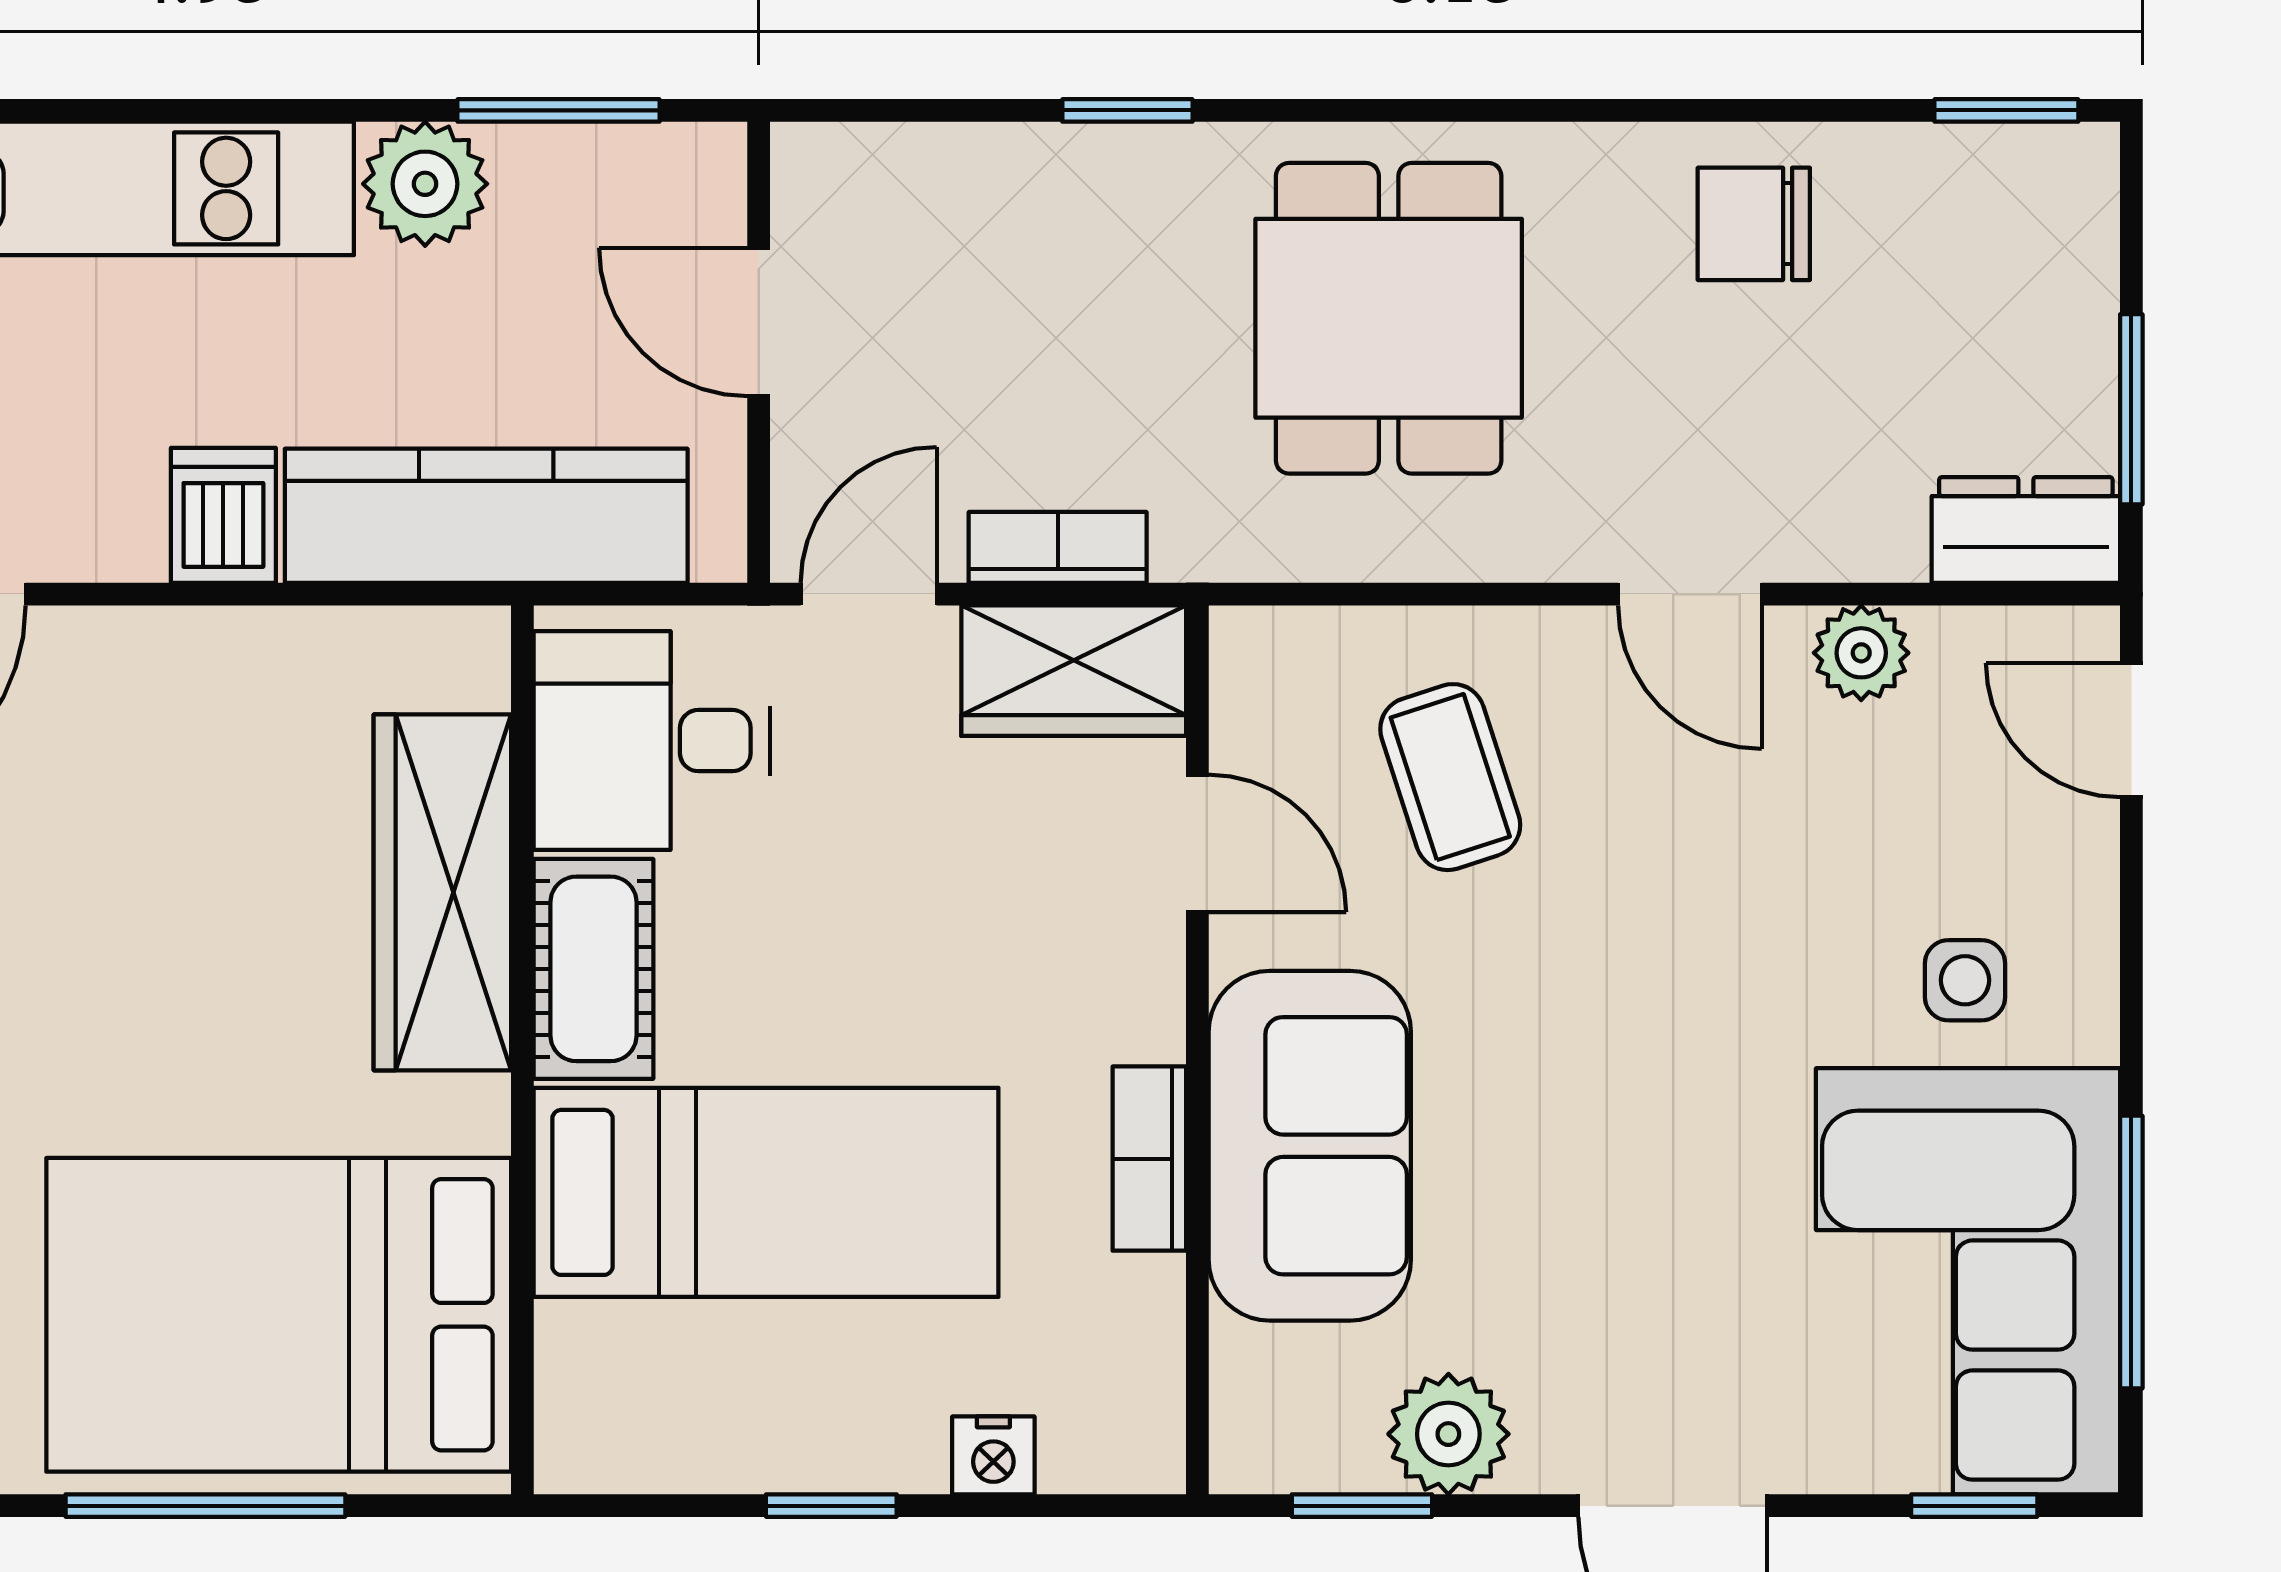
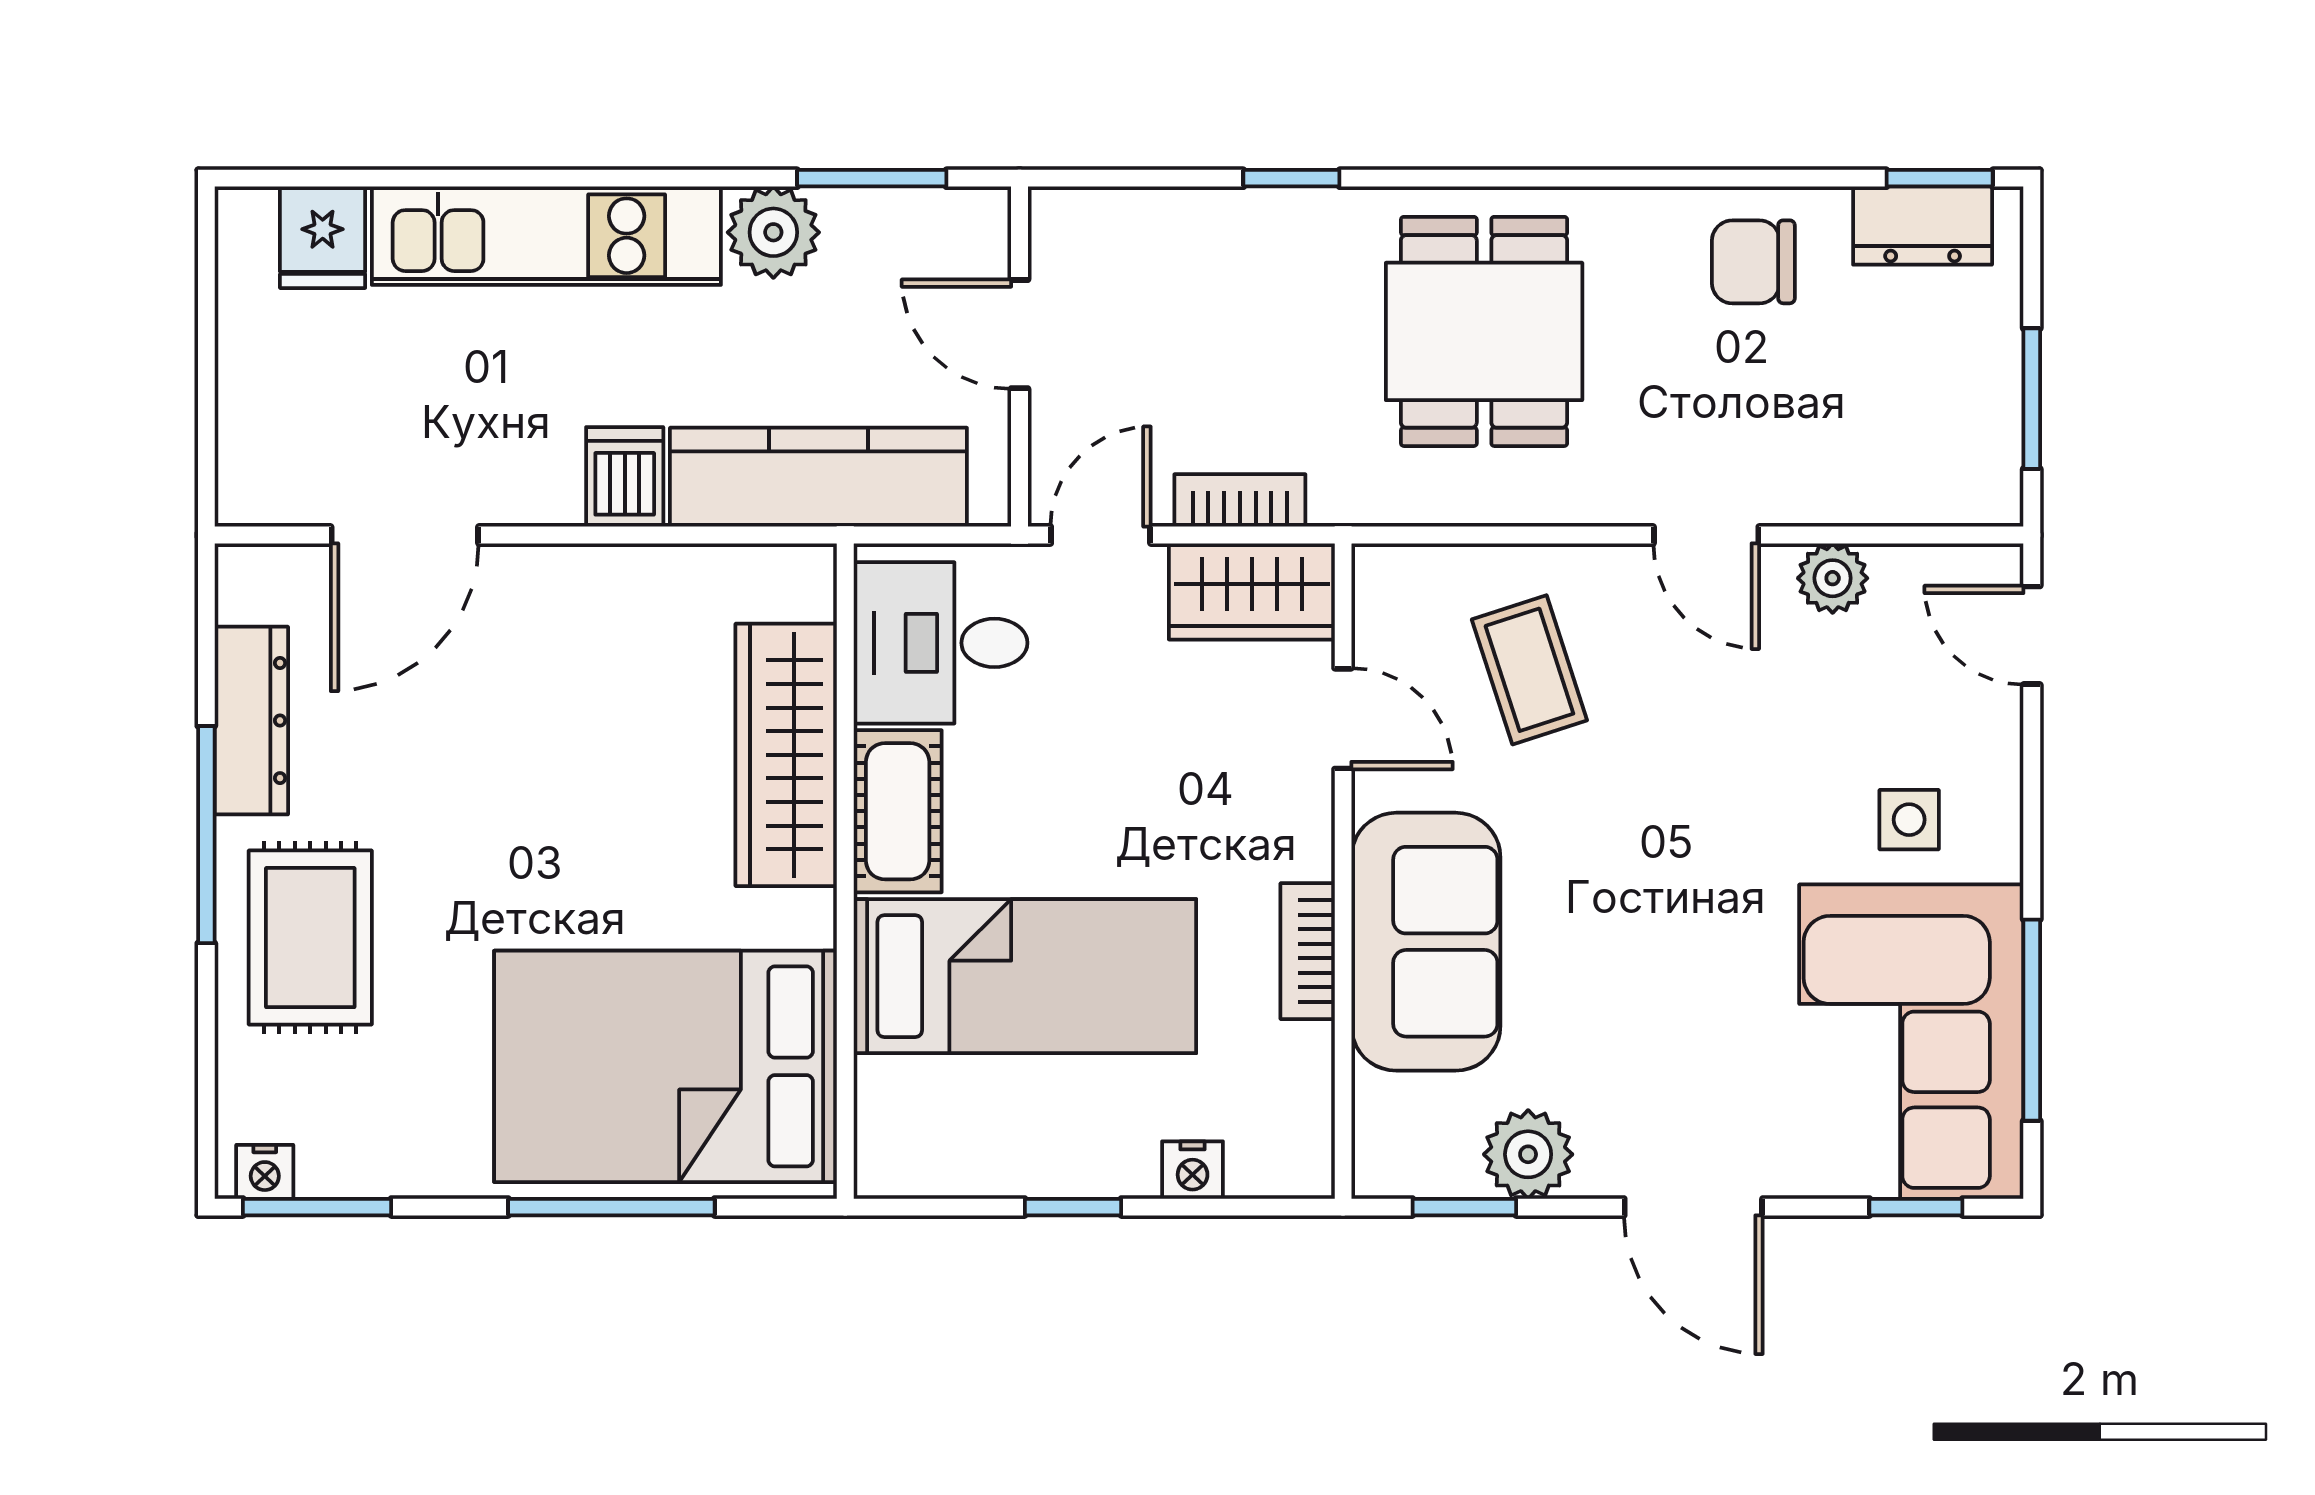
dresser: (2026, 530) -> (1923, 226), moved, turned 180

